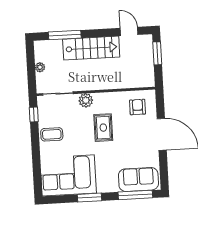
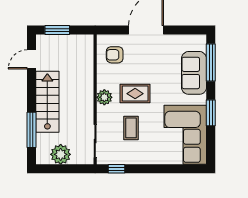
plant: (40, 67) -> (61, 154), width x1.88, depth x1.88
plant: (86, 100) -> (104, 97), moved
coffee table: (52, 134) -> (131, 128), moved
sofa: (138, 179) -> (194, 73), moved

